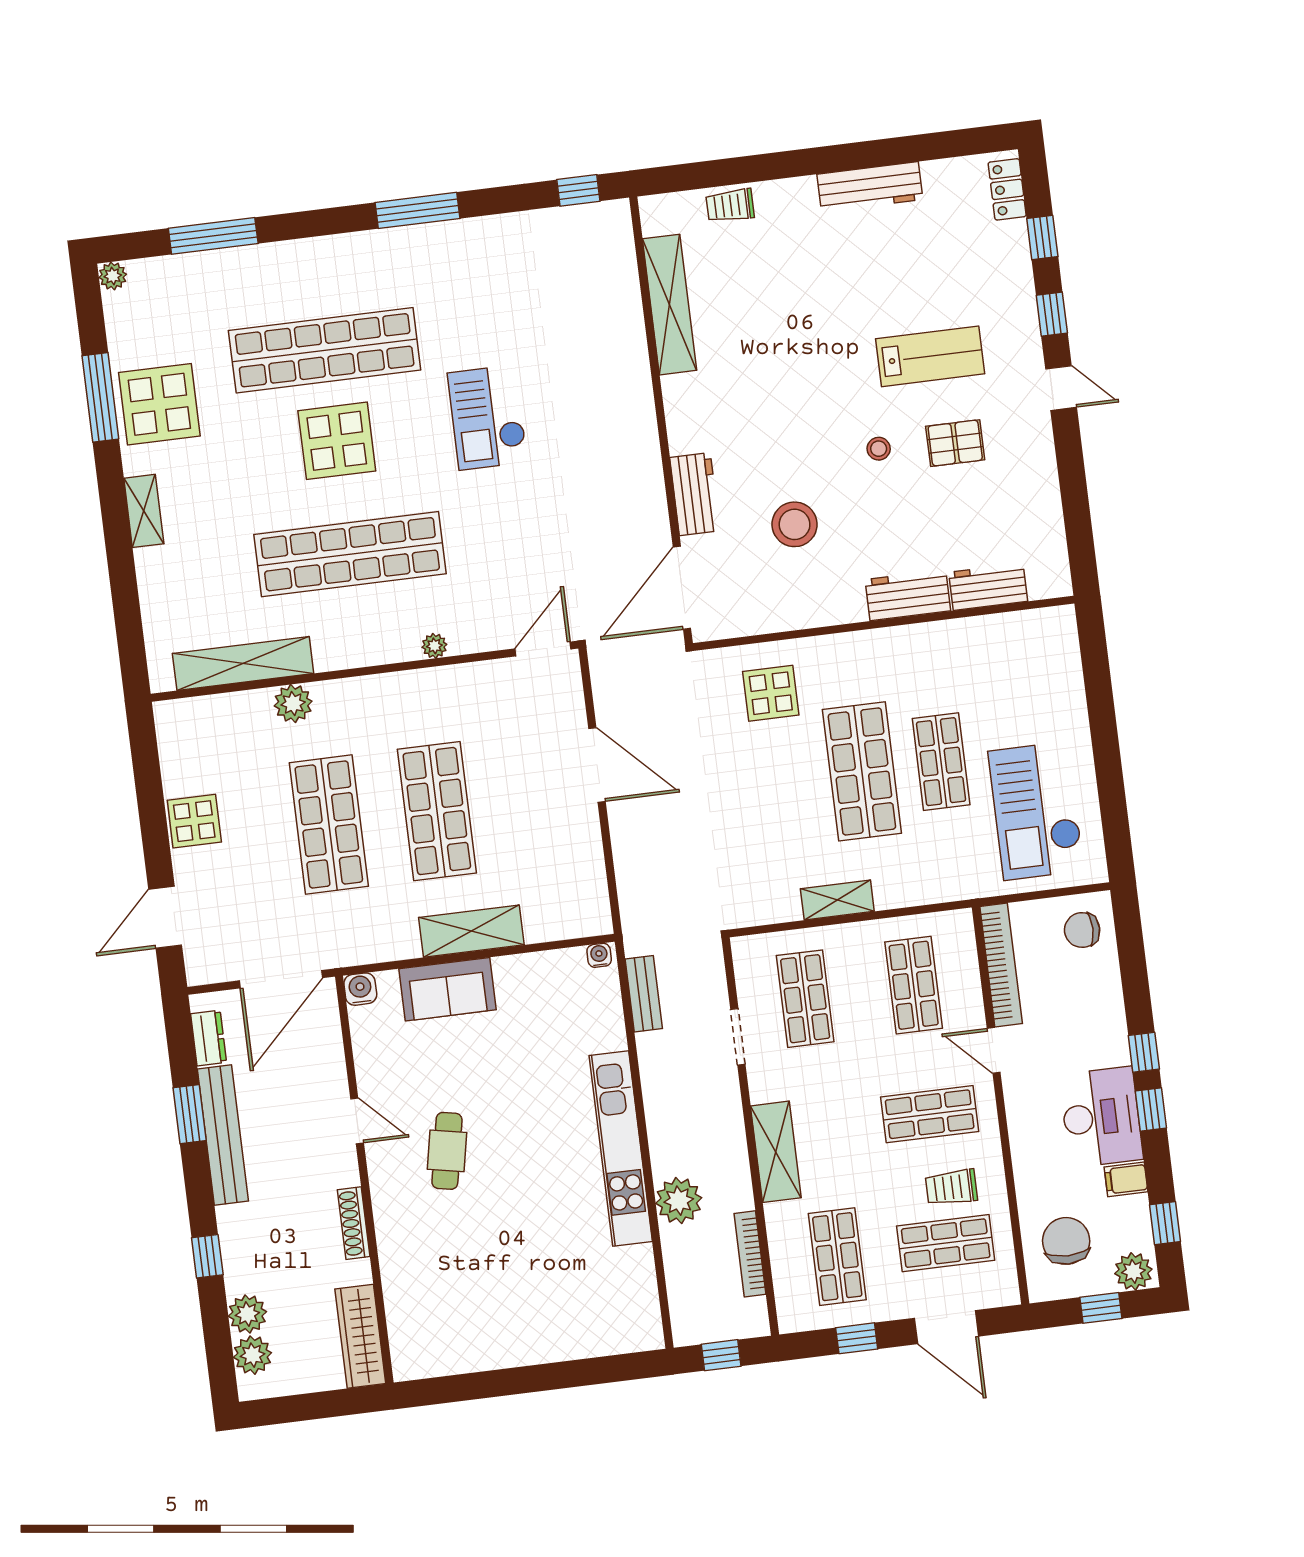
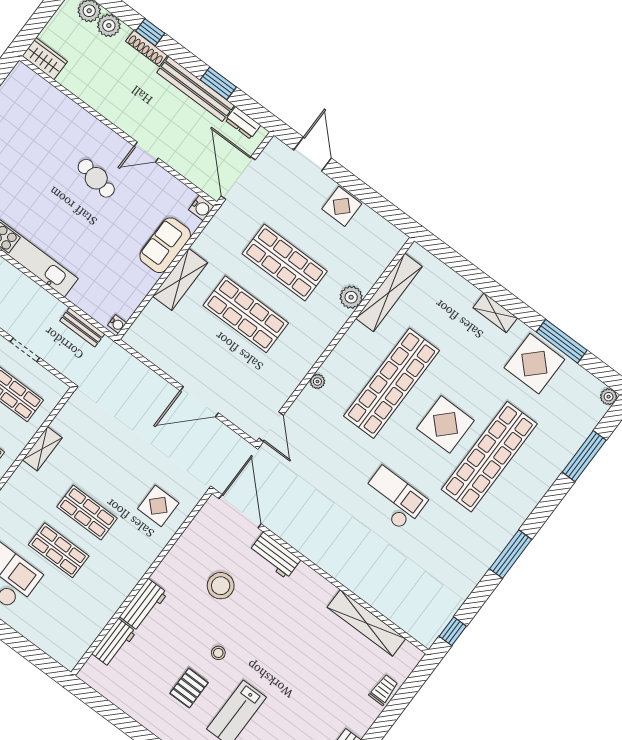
shop shelf: (862, 771) -> (87, 512), width x0.70, depth x0.74
shoe rack: (354, 1223) -> (147, 48), moved, turned 180
wardrobe: (360, 1336) -> (45, 59), width x0.67

